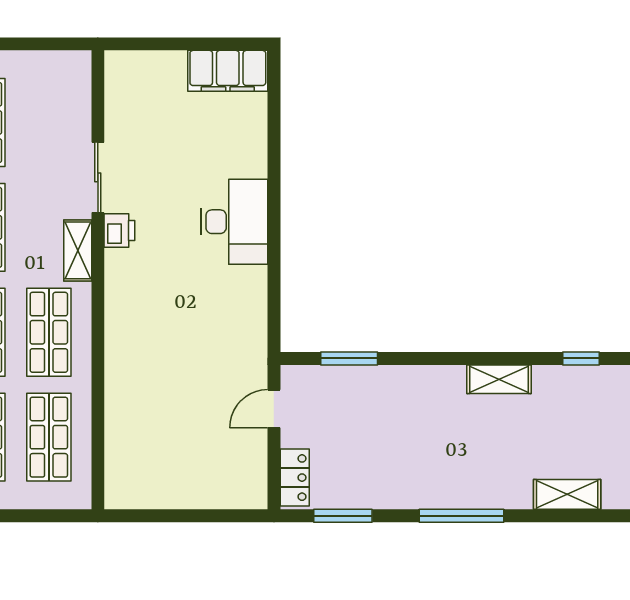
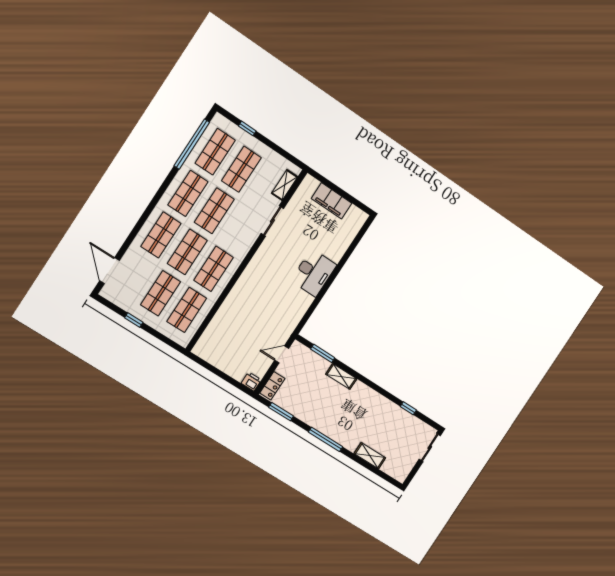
filing cabinet: (228, 71) -> (332, 201), moved
printer: (119, 230) -> (251, 382), moved, turned -90
shelving: (78, 250) -> (285, 185), moved
shelving: (499, 379) -> (341, 376), moved

